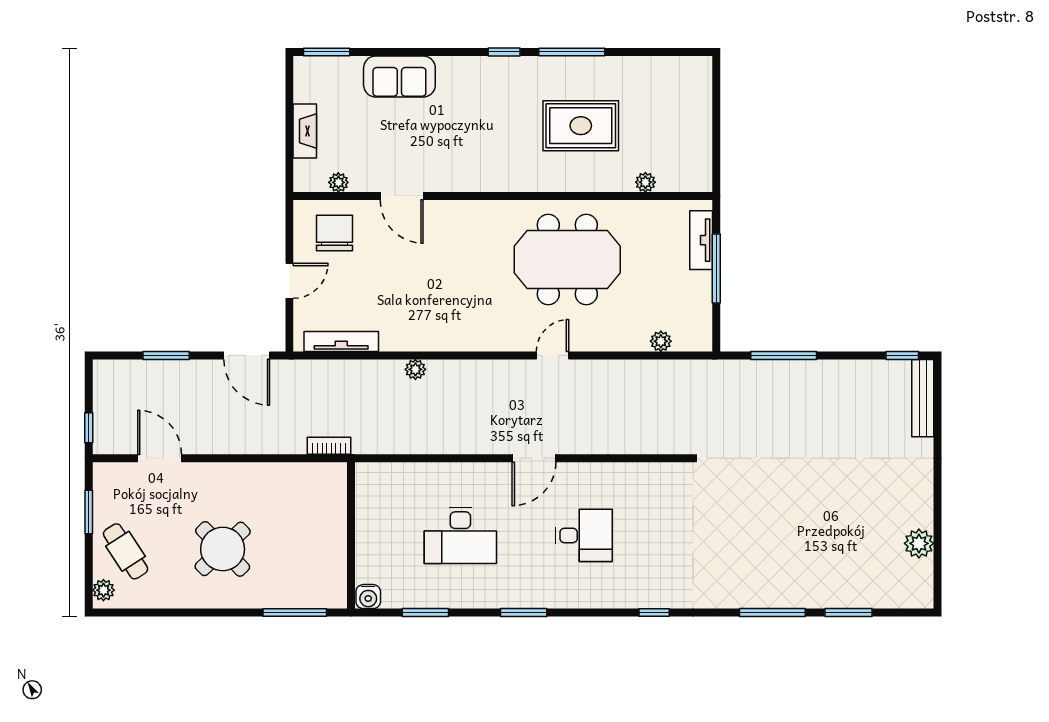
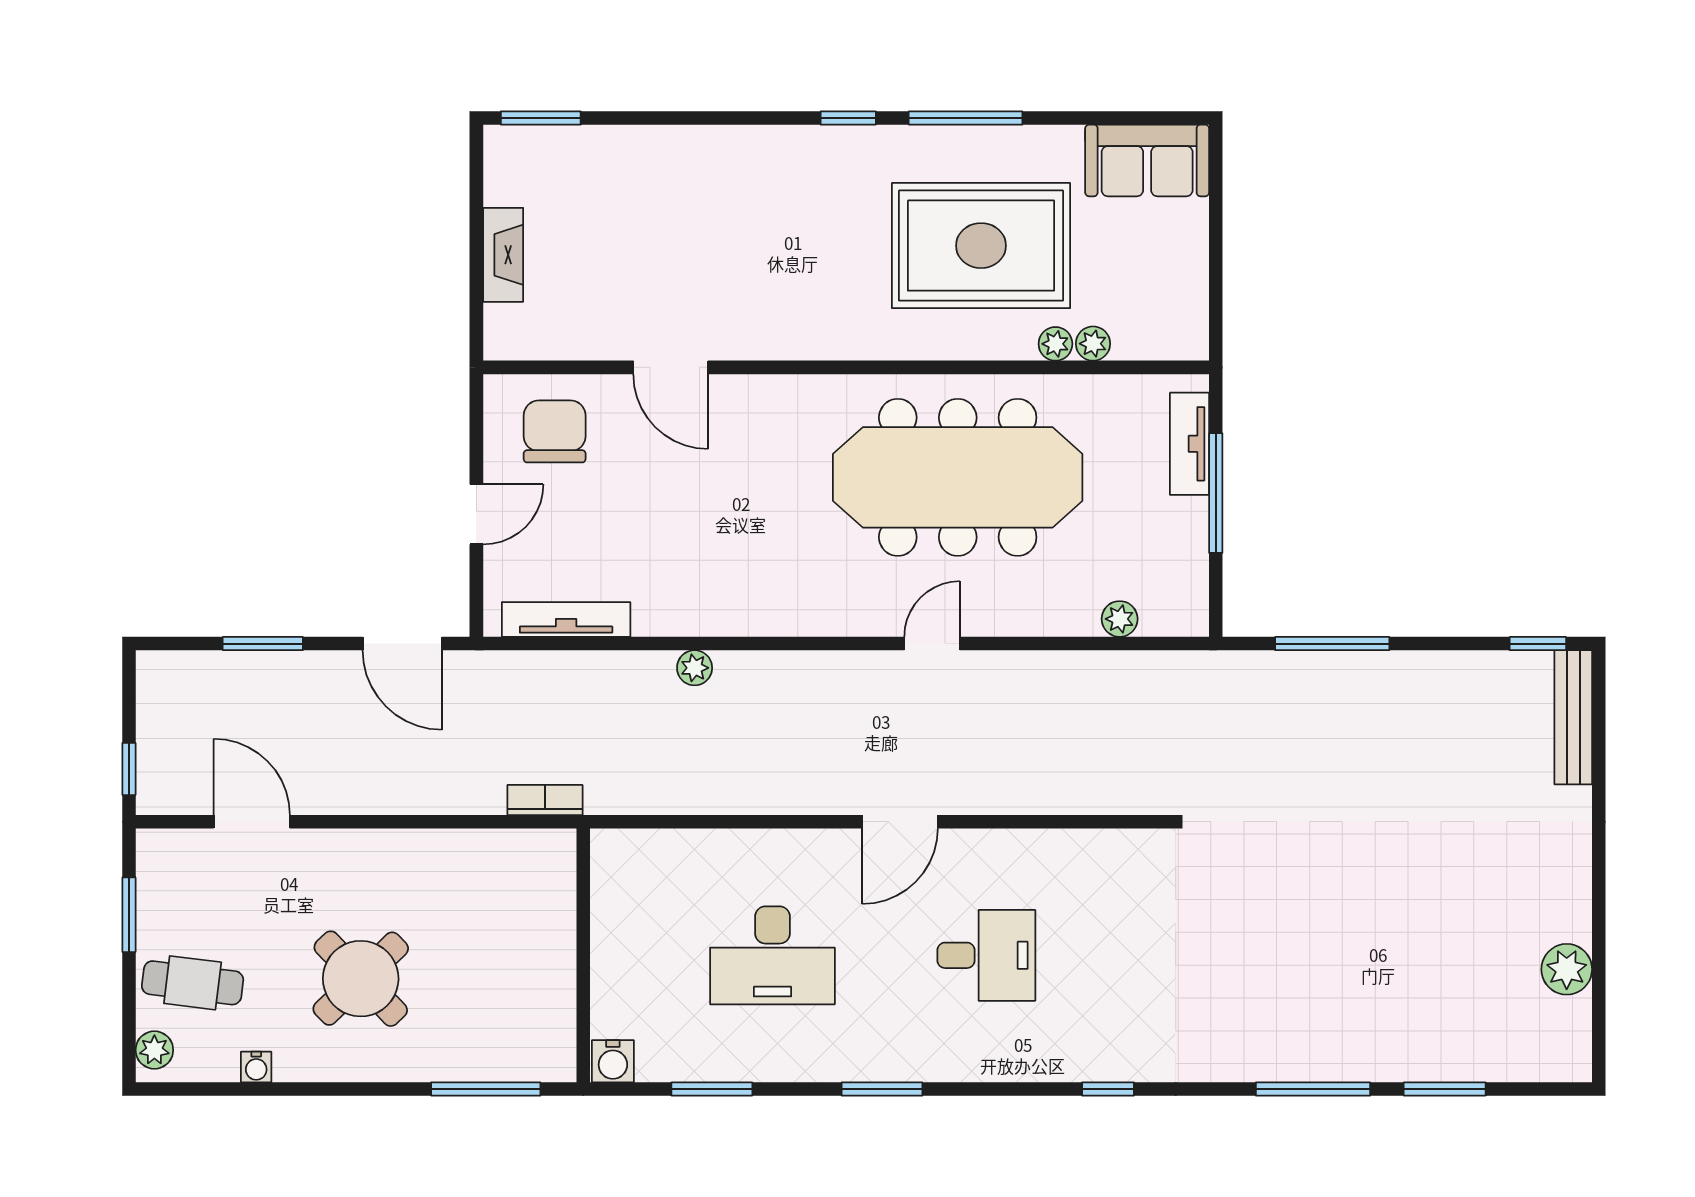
sofa: (399, 77) -> (1147, 160), moved
rug: (581, 126) -> (981, 246), width x1.37, depth x1.44
plant: (338, 182) -> (1055, 344), moved
meeting table: (567, 259) -> (958, 477), width x1.36
cafe table: (126, 551) -> (193, 983), turned -50
water cooler: (162, 600) -> (256, 1067), added

